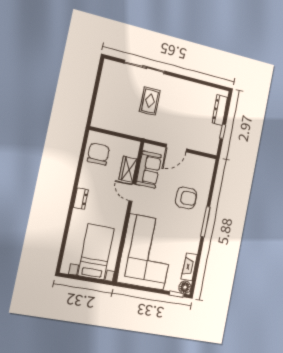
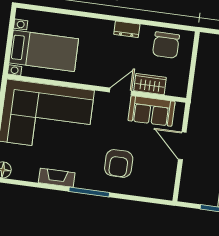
chair: (98, 154) -> (166, 45), turned 90
dresser: (81, 199) -> (127, 29), moved
fireplace: (189, 267) -> (57, 178), moved

